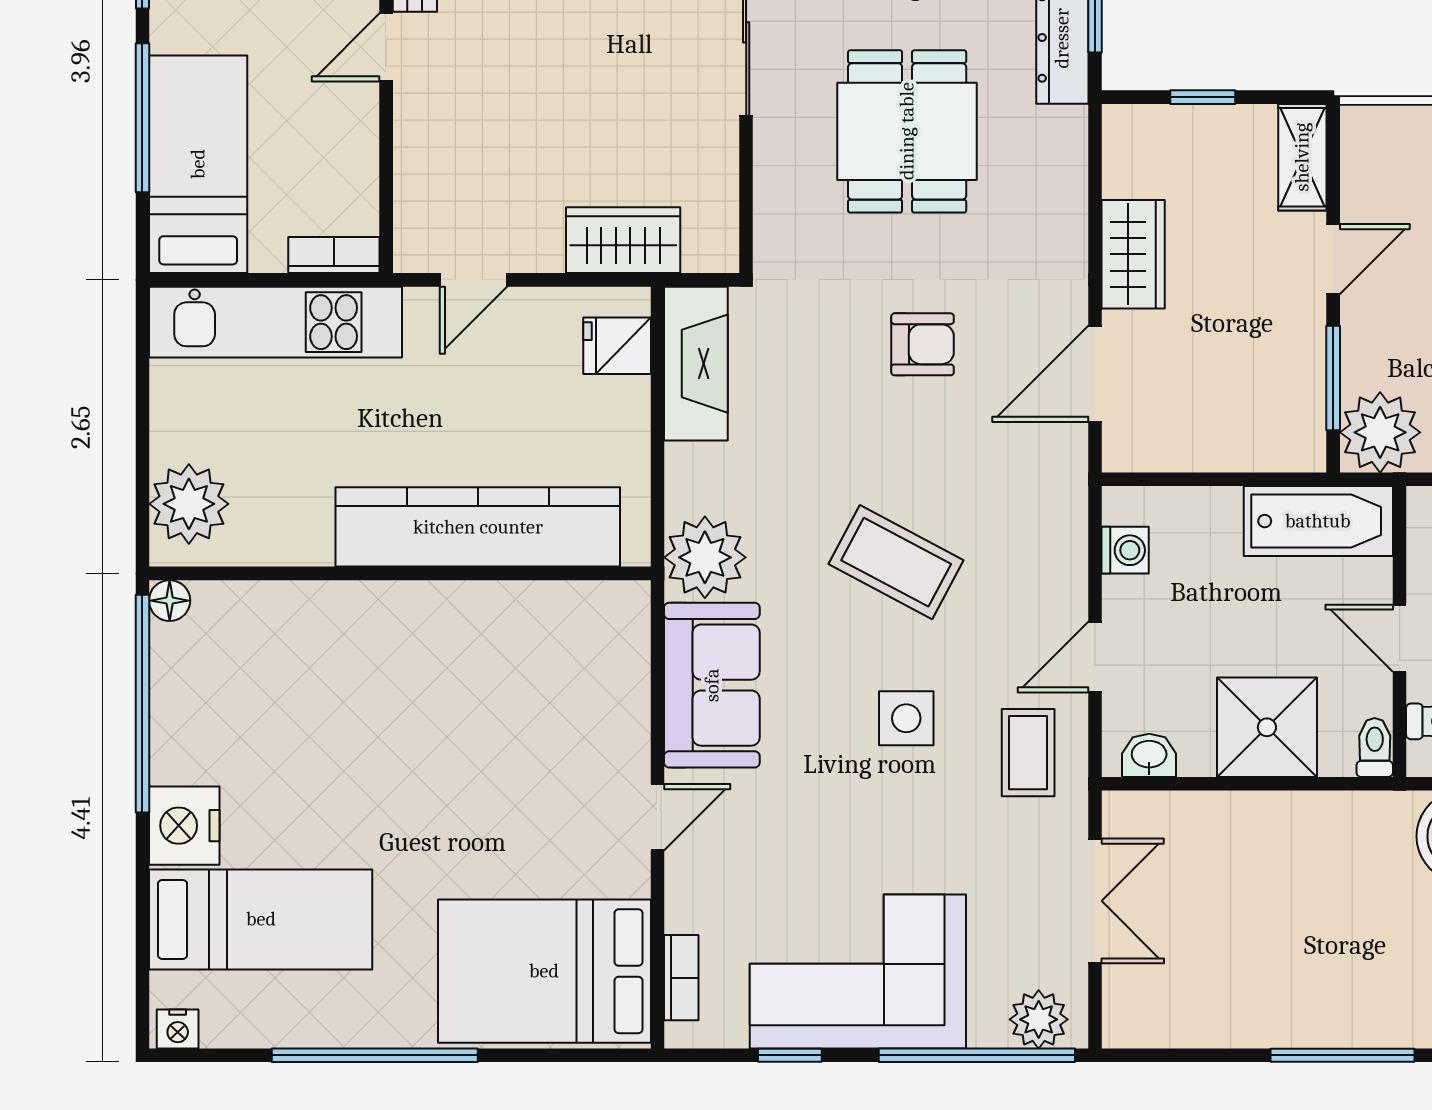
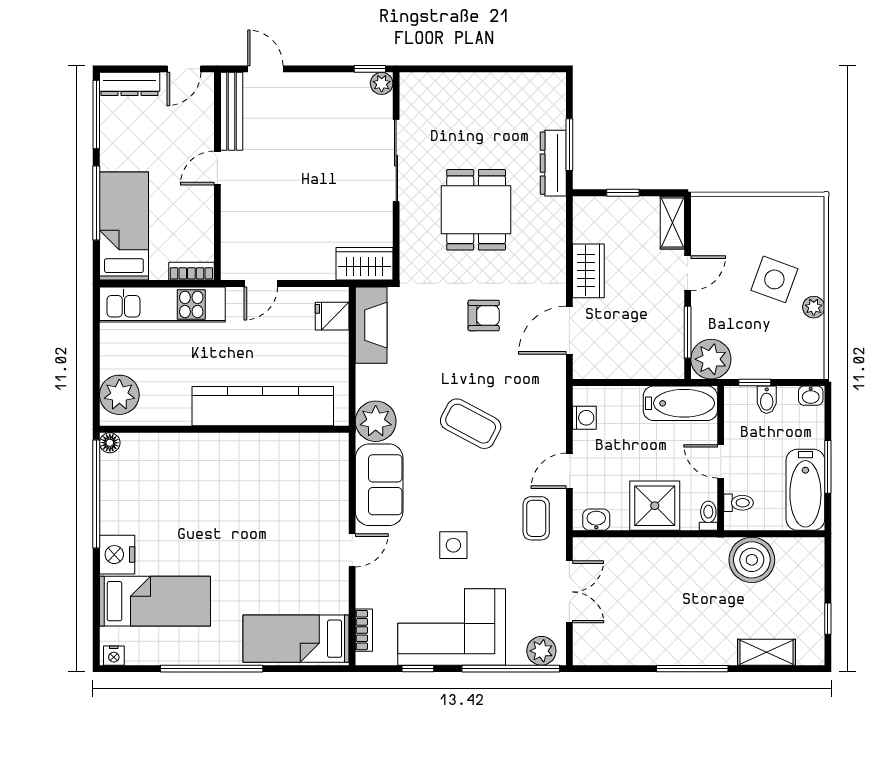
wardrobe: (623, 240) -> (364, 264), moved
side table: (906, 718) -> (453, 545), moved
bed: (544, 971) -> (296, 639), width x0.67

